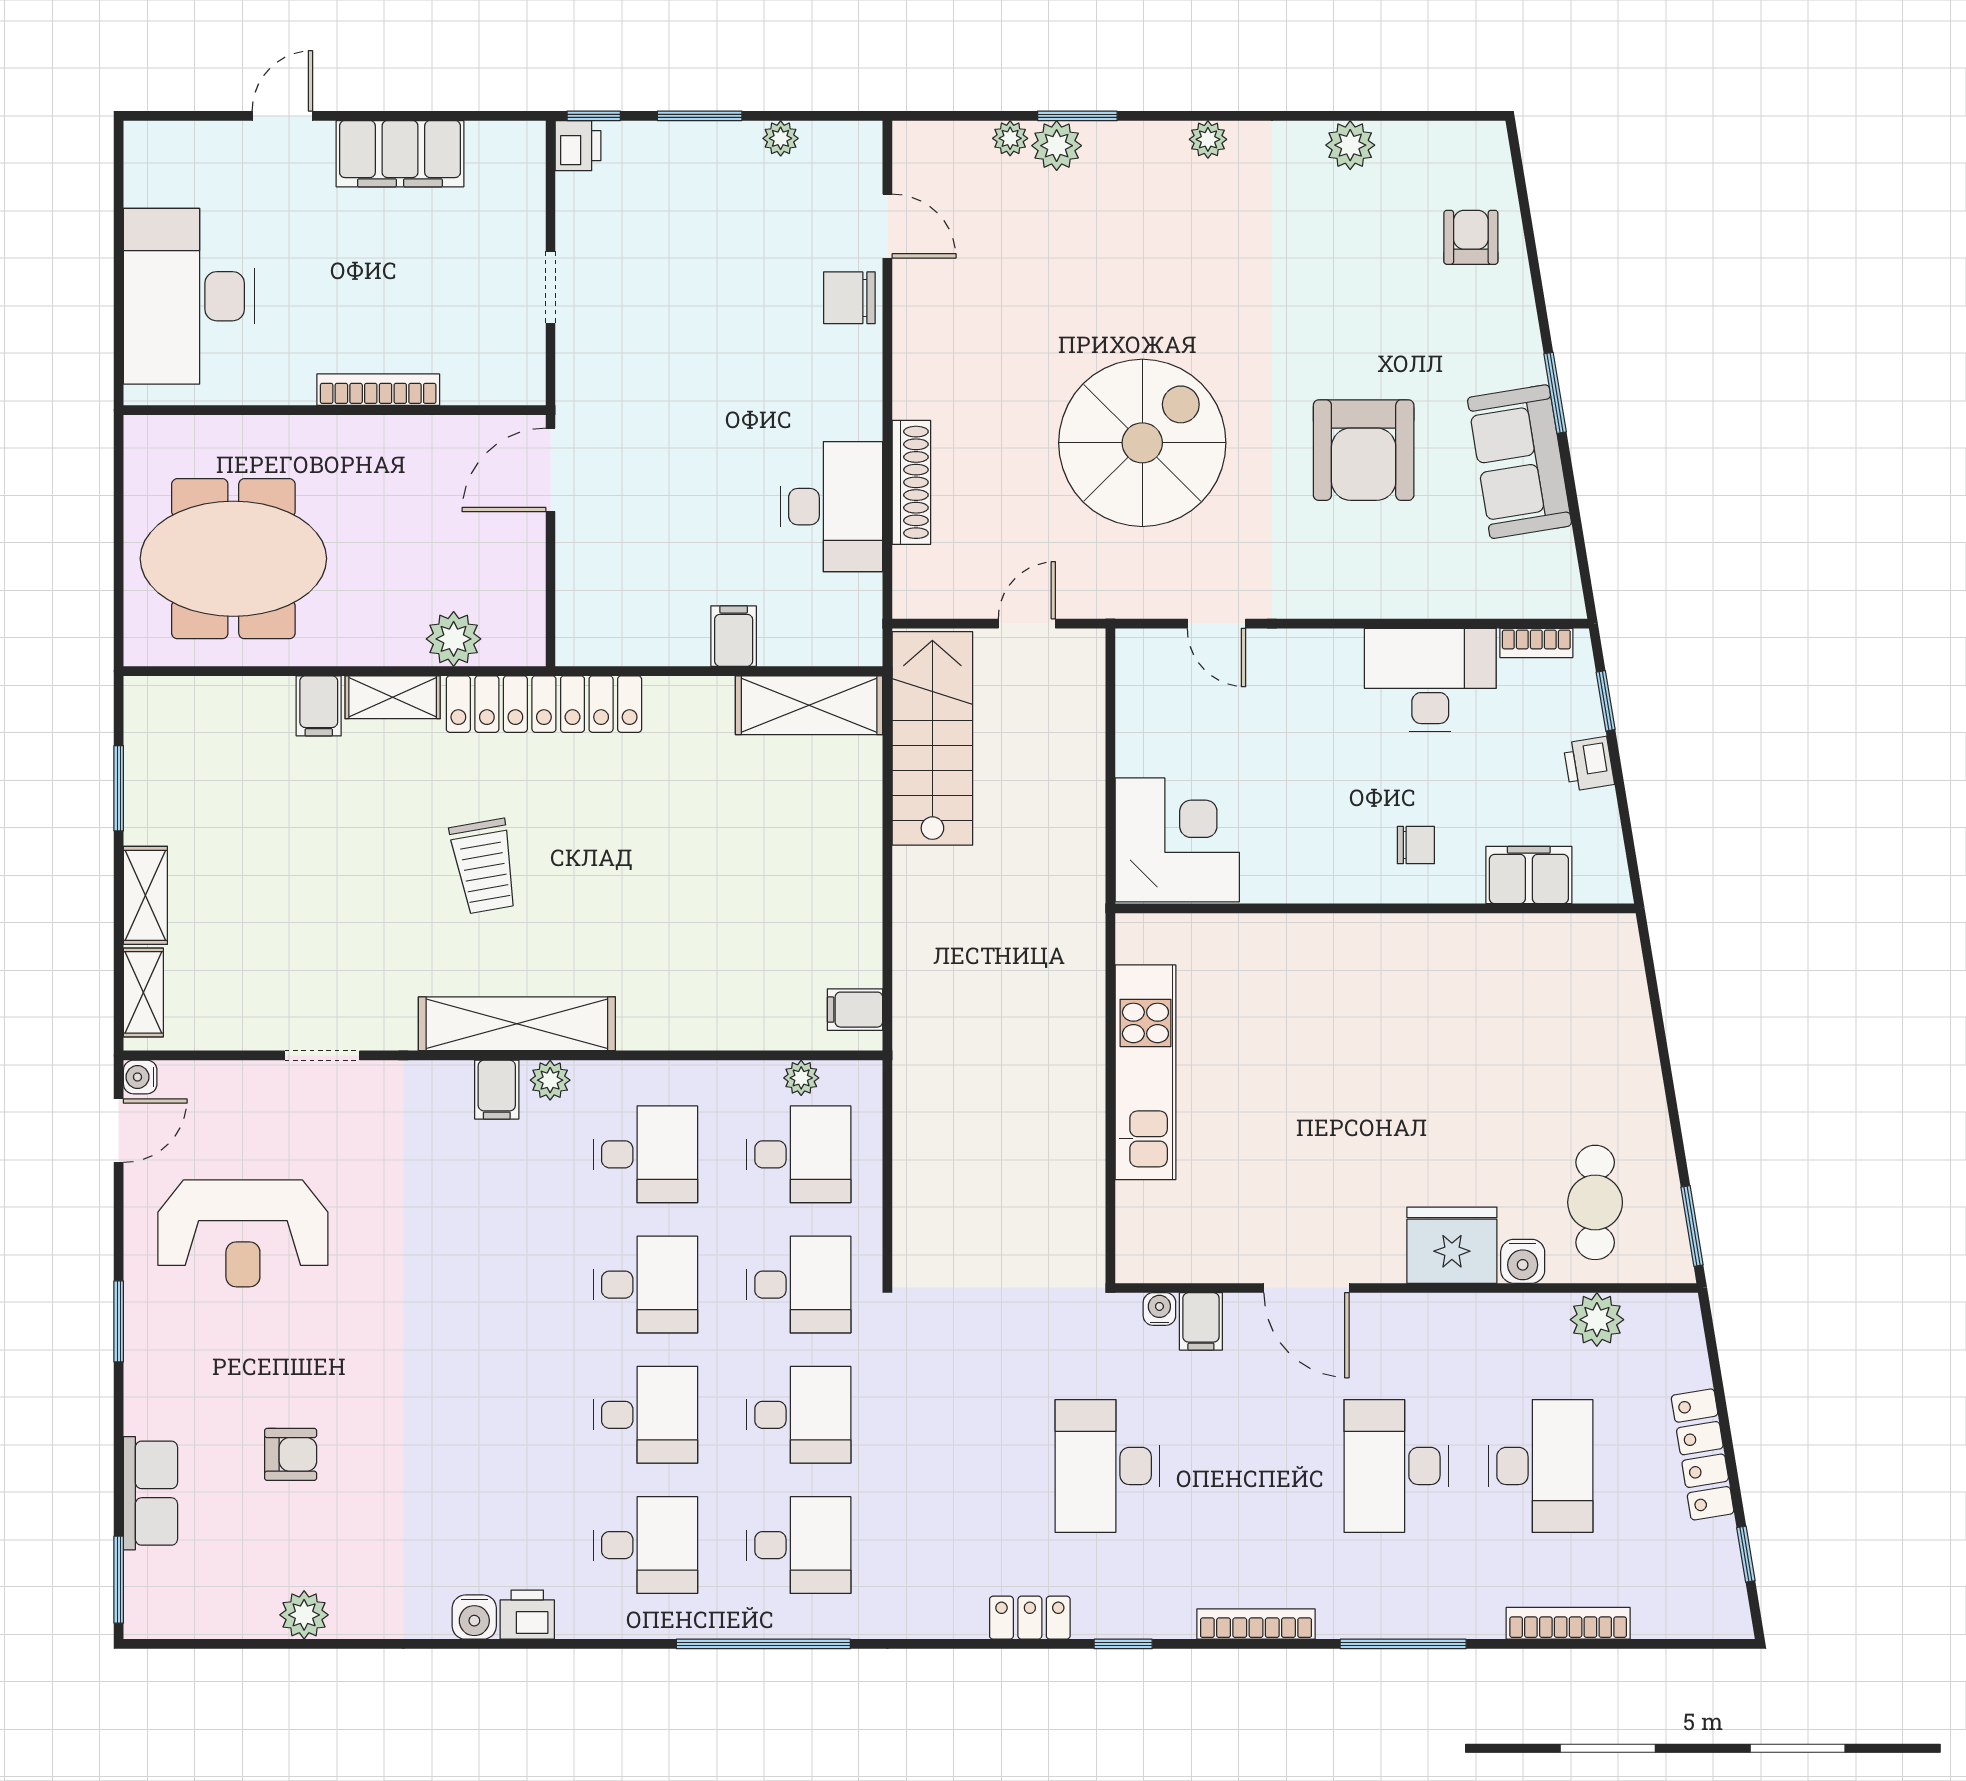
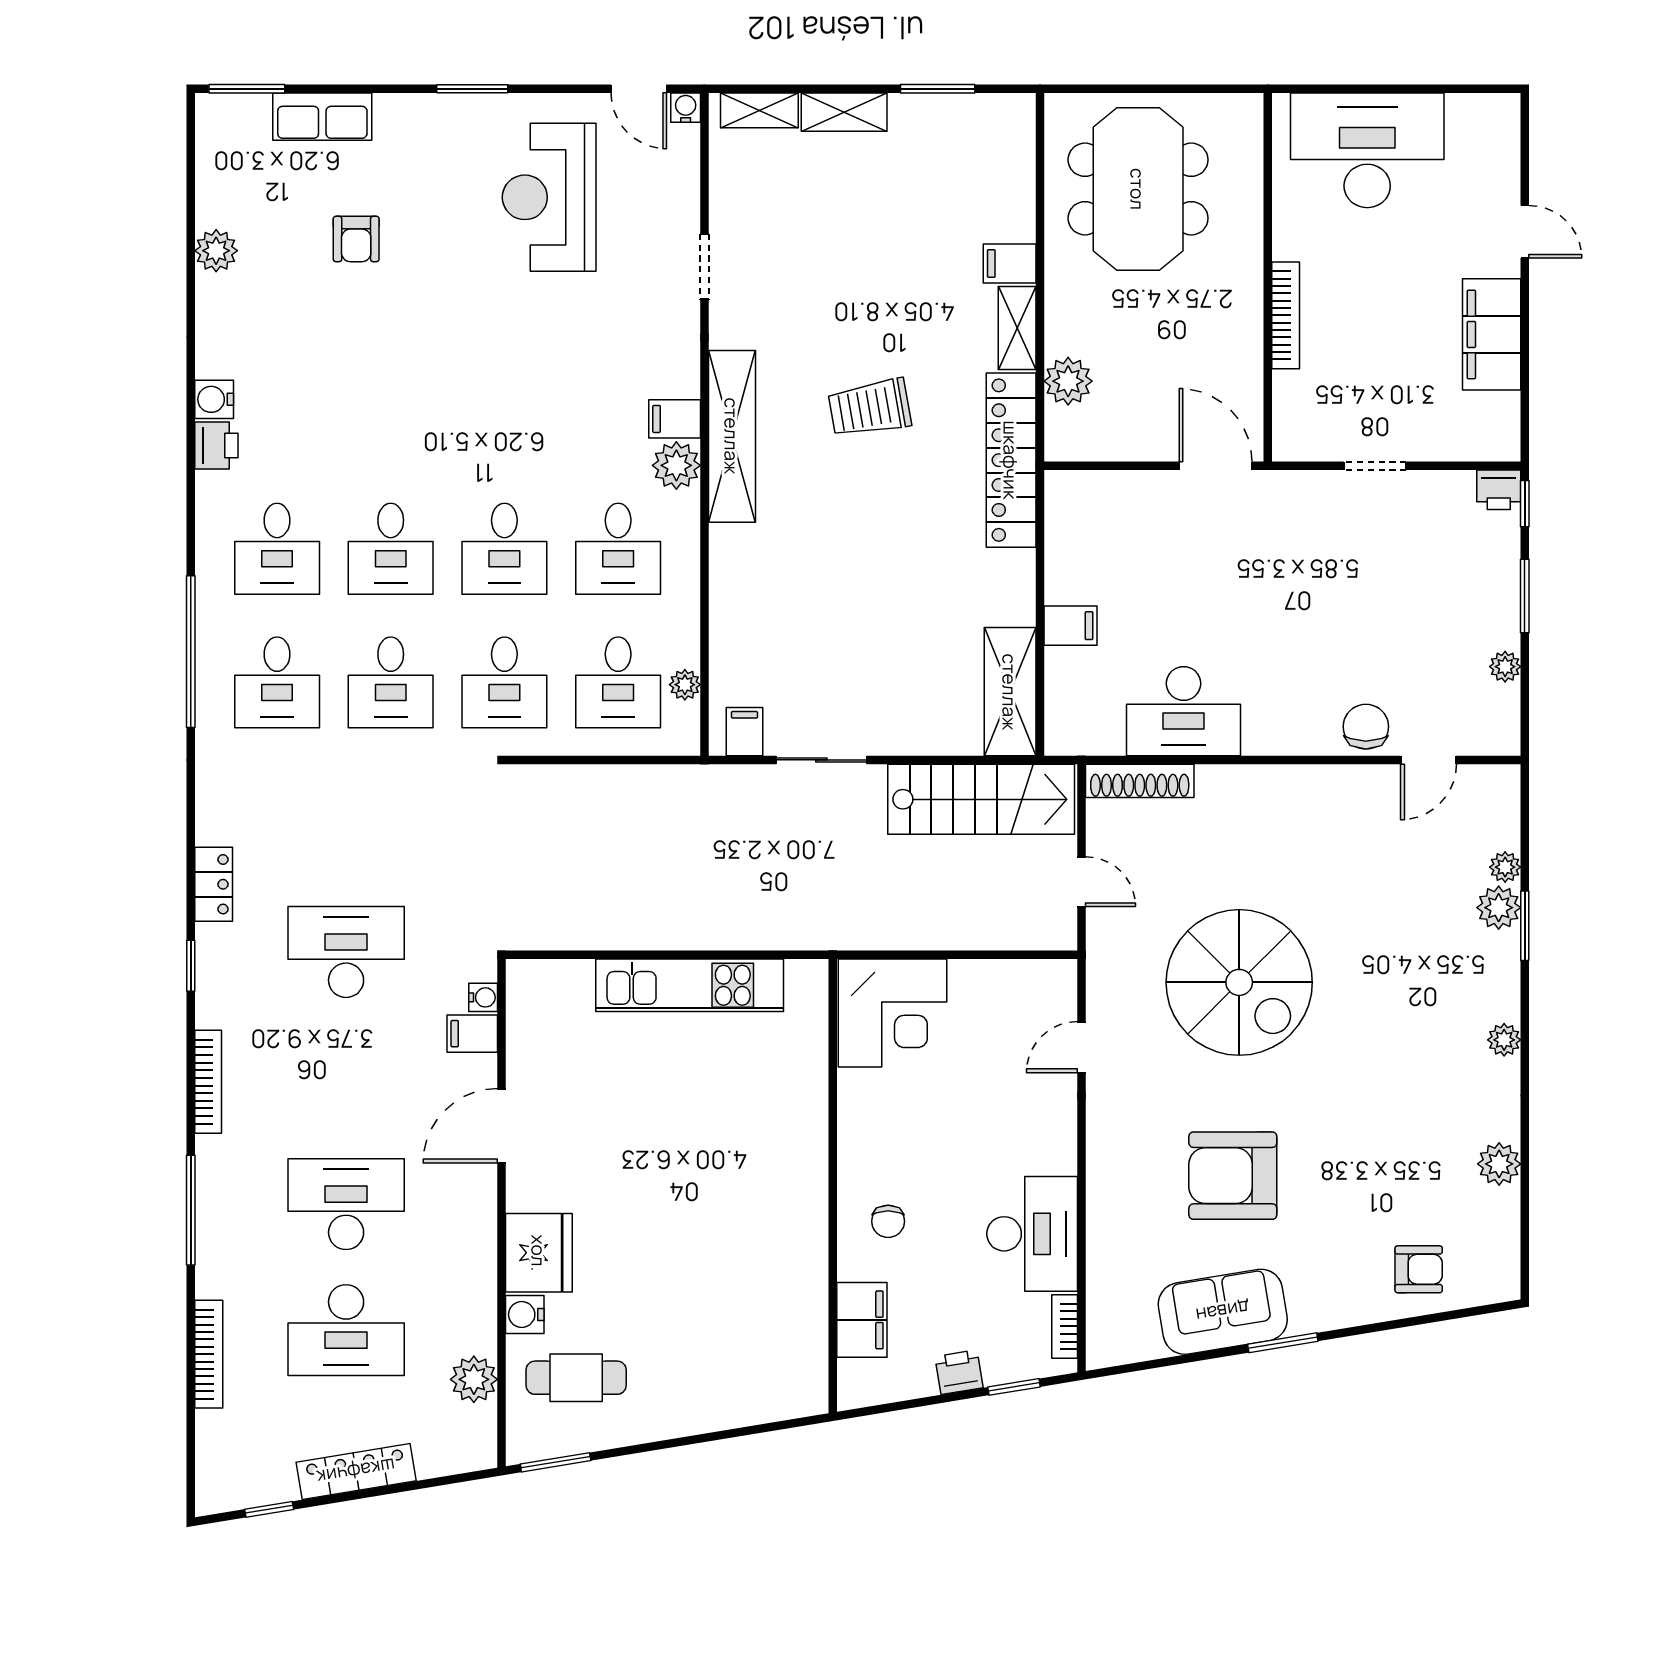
shoe rack: (911, 482) -> (1140, 781), moved
sliding door: (887, 921) -> (821, 760), added
plant: (550, 1080) -> (676, 465), width x1.38, depth x1.38

